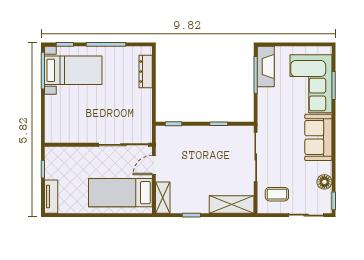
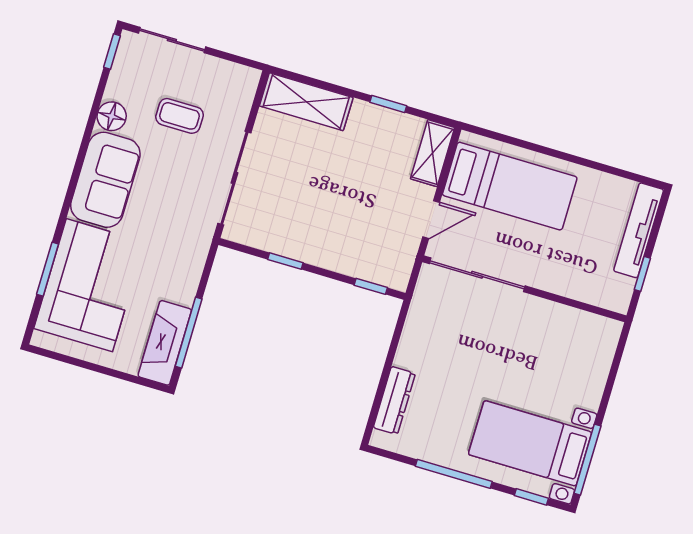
floor lamp: (324, 182) -> (112, 116), moved
coffee table: (277, 194) -> (180, 116), moved
tv unit: (51, 197) -> (639, 230), width x1.41

